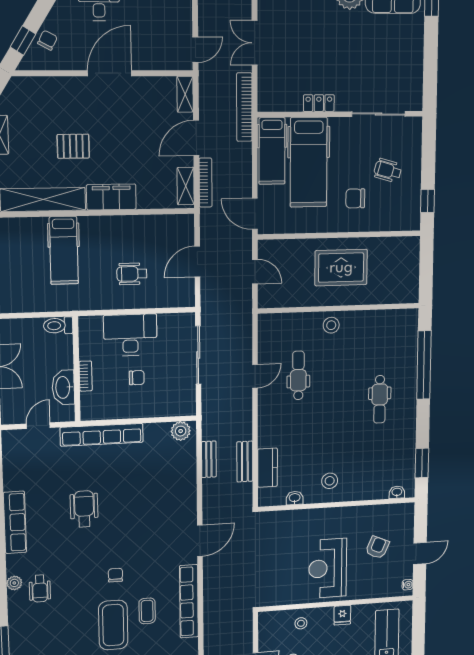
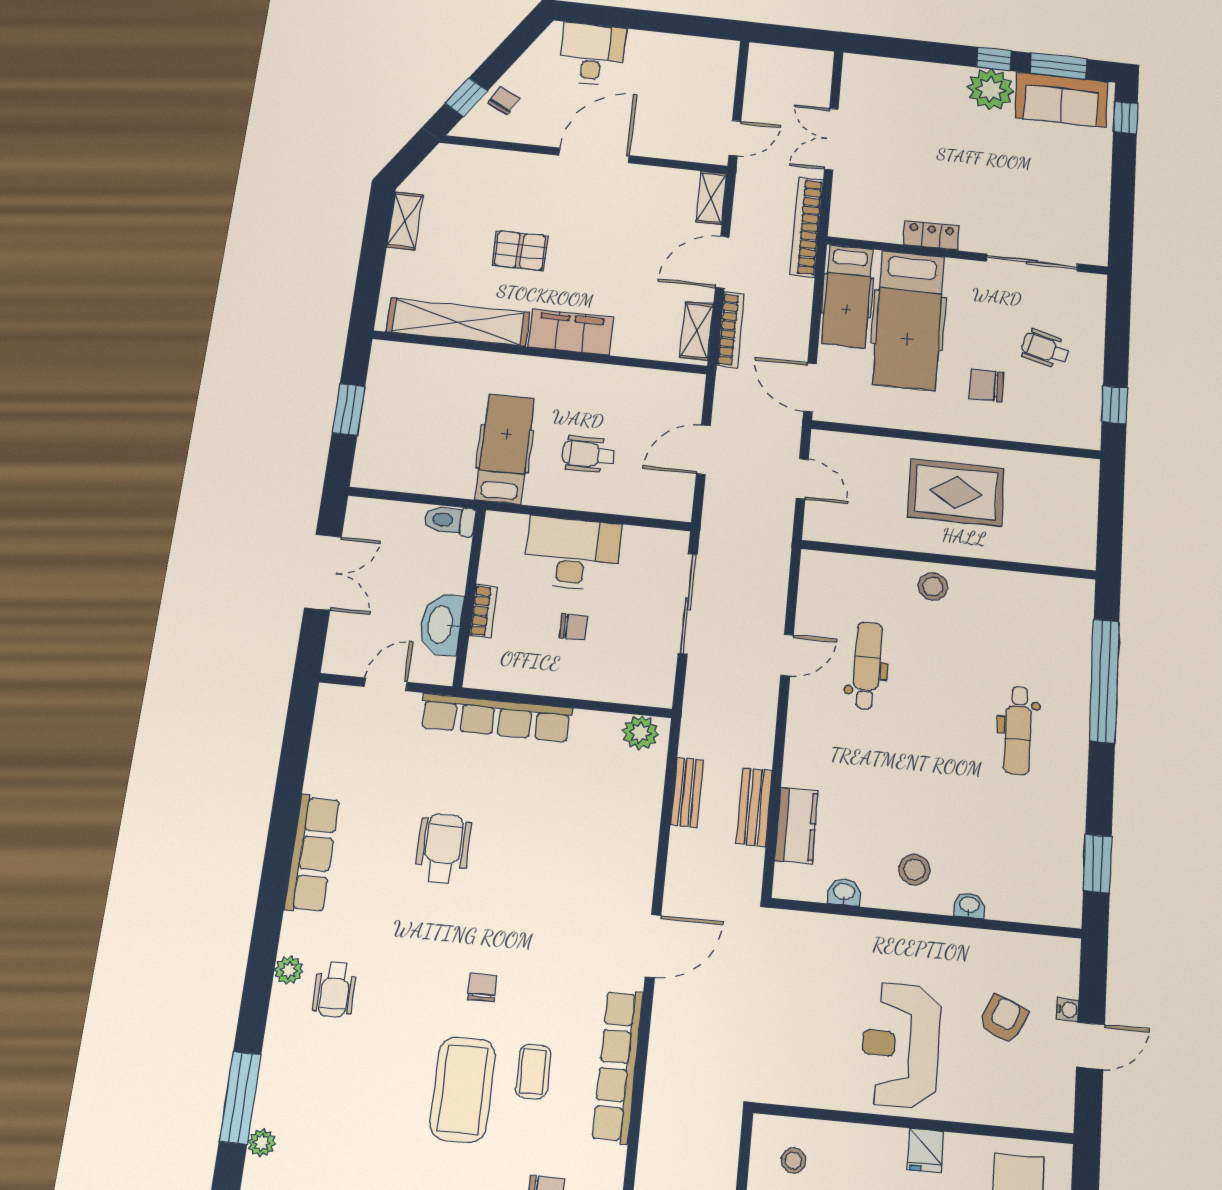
hospital bed: (64, 250) -> (505, 449), moved, turned 180
washbasin: (397, 492) -> (969, 905), moved
water cooler: (408, 585) -> (1068, 1010), moved
stool: (301, 623) -> (793, 1161), moved

